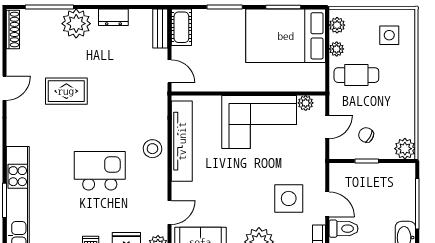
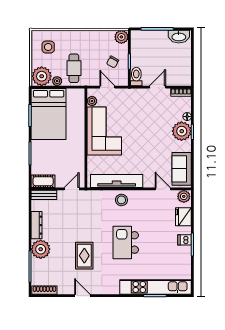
dresser: (113, 17) -> (37, 225), width x1.44
plant: (337, 25) -> (42, 76), width x1.88, depth x1.88
kitchen island: (100, 171) -> (126, 242), moved
side table: (289, 198) -> (154, 112), removed
toilet: (344, 229) -> (136, 77), moved

